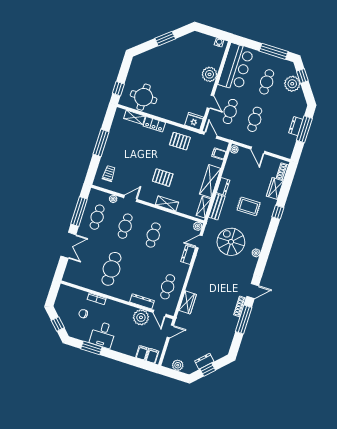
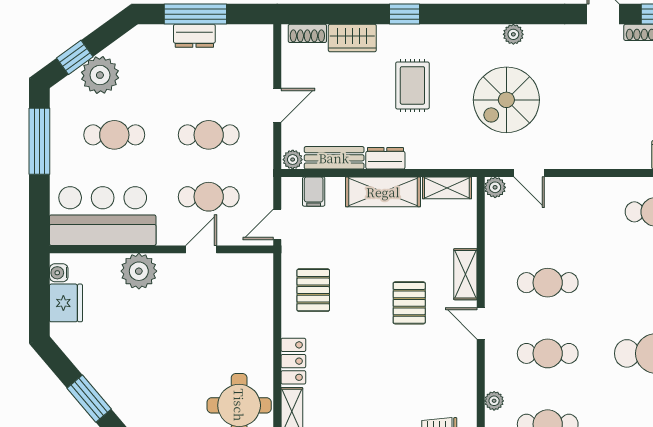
fridge: (194, 121) -> (66, 303), moved, turned 180
door: (130, 198) -> (481, 323), moved
bench: (217, 207) -> (334, 158), moved
dresser: (188, 255) -> (568, 189), removed

